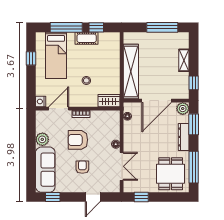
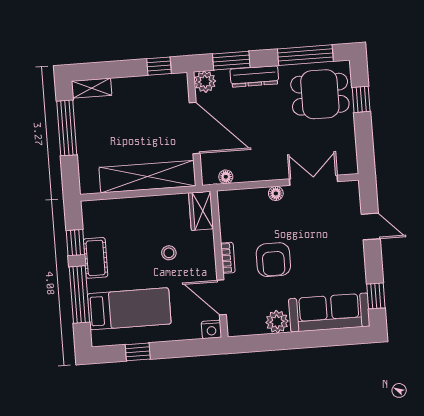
shelving: (184, 60) -> (92, 88), moved
armchair: (82, 167) -> (320, 248), removed
window: (141, 197) -> (361, 99), moved

